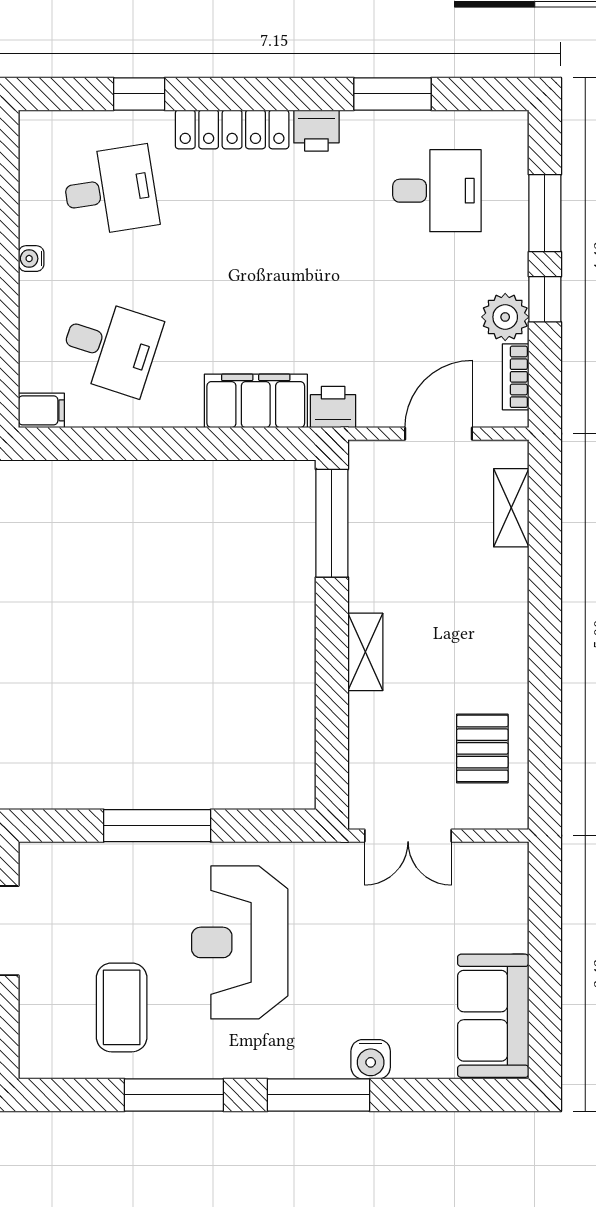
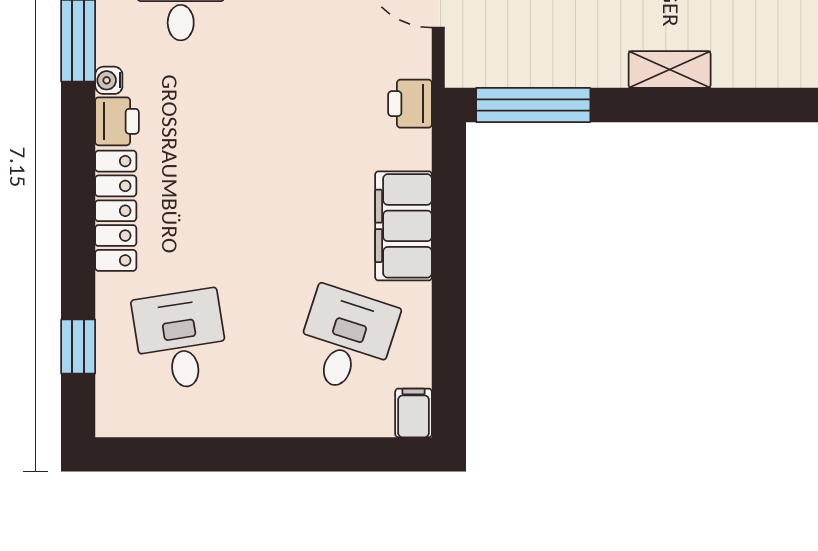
window: (139, 94) -> (78, 347), moved
water cooler: (31, 259) -> (109, 80), moved, turned 90
filing cabinet: (256, 401) -> (404, 226), moved

